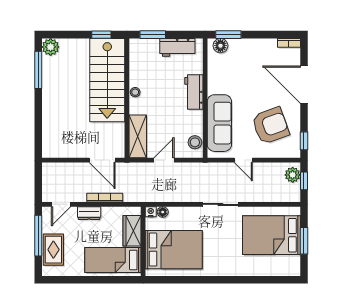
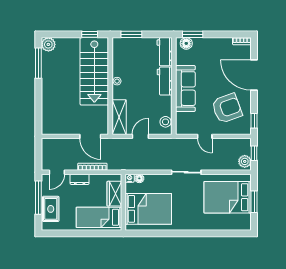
workbench: (177, 47) -> (165, 52), moved, turned 90
sofa: (219, 123) -> (185, 89), moved
plant: (293, 175) -> (245, 161), moved

